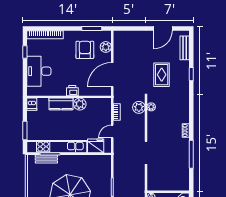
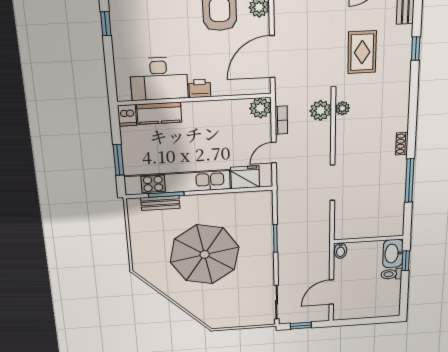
desk: (39, 71) -> (159, 79), moved, turned -90
kitchen counter: (61, 104) -> (159, 113), moved
plant: (80, 104) -> (260, 108), moved

